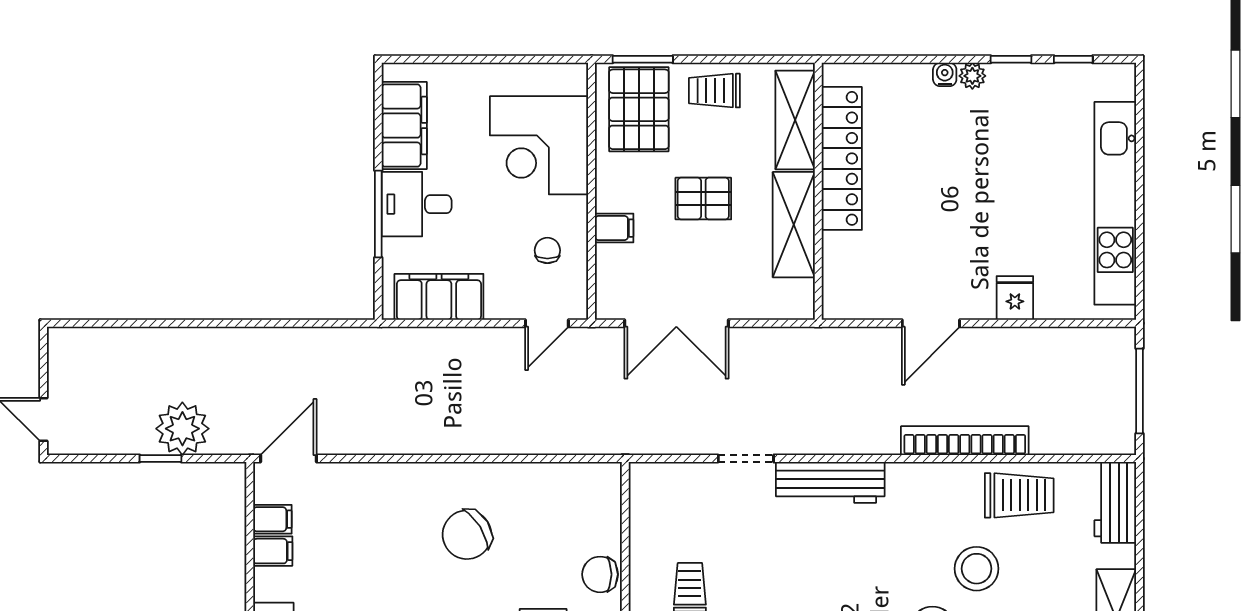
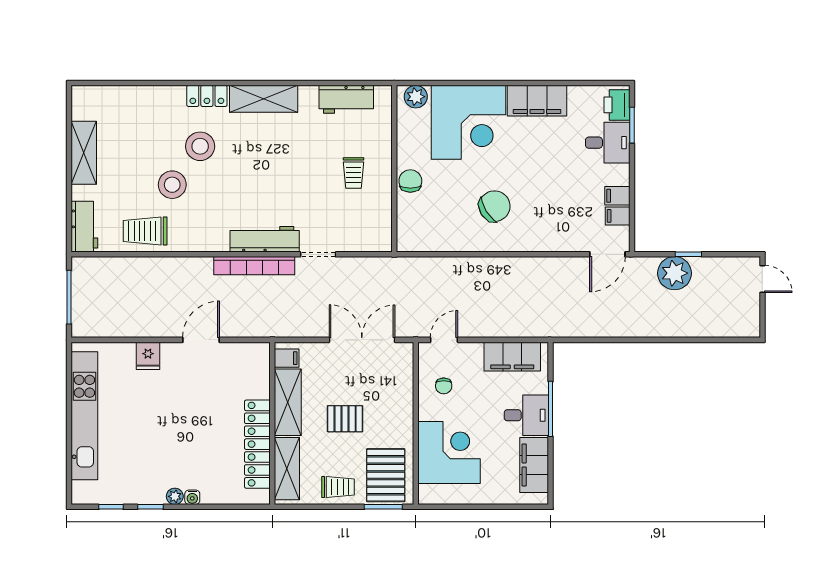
filing cabinet: (614, 228) -> (287, 358), moved, turned 180
bookcase: (965, 441) -> (254, 266), moved
chair: (600, 574) -> (410, 181), turned -90

